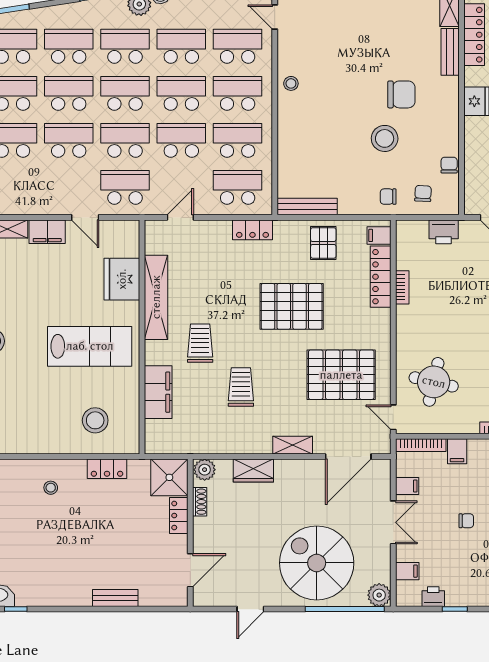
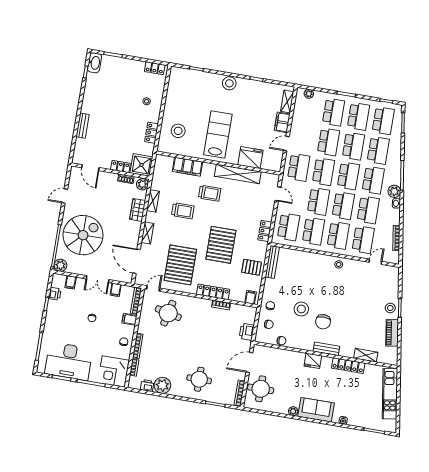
bench: (450, 52) -> (326, 349), moved
locker: (381, 277) -> (213, 292), moved
lab bench: (90, 346) -> (218, 135), turned 180
shelving: (232, 445) -> (153, 201), added
door: (250, 609) -> (65, 196), hinge flipped

